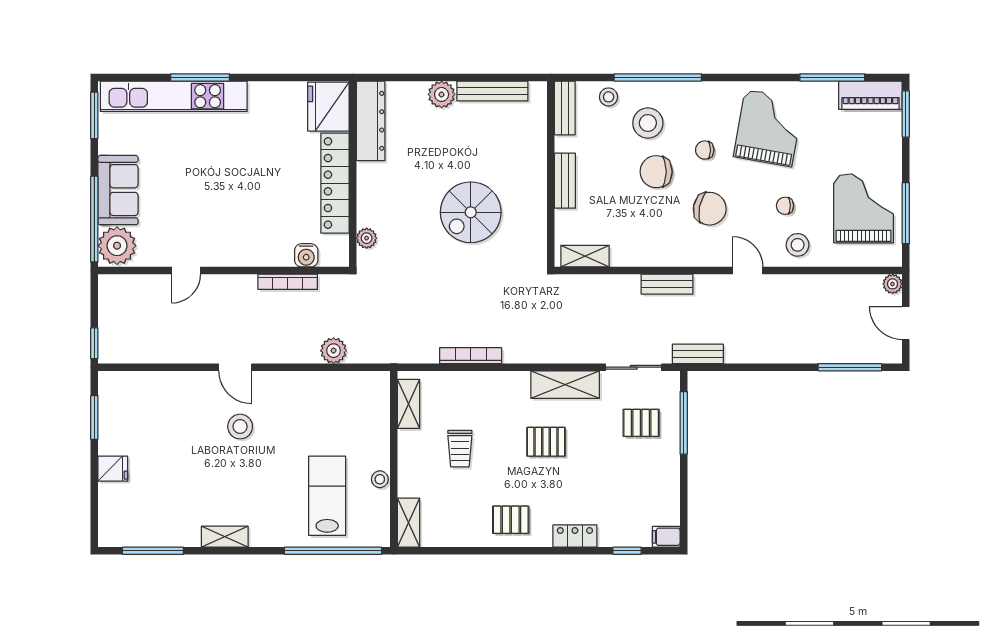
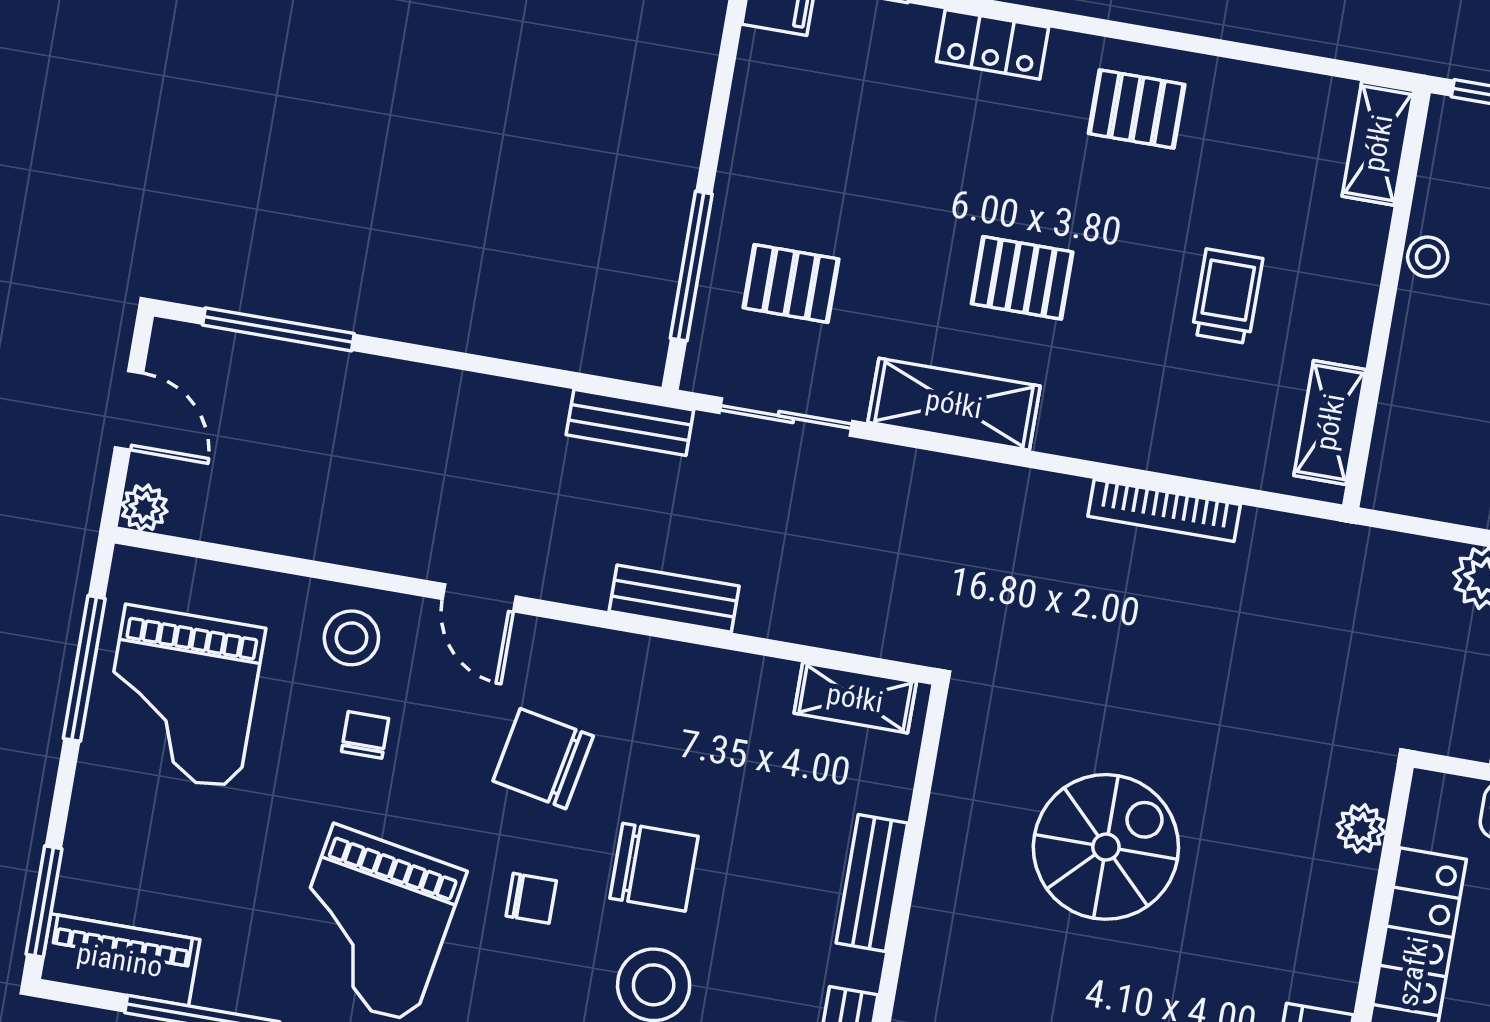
chair: (785, 206) -> (365, 735), turned -90

